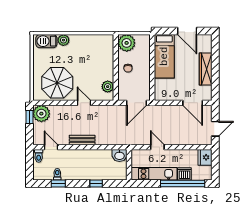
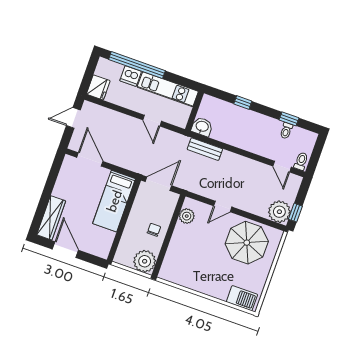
plant: (63, 40) -> (221, 292), removed
bed: (164, 56) -> (114, 201), moved, turned 180
wardrobe: (206, 69) -> (51, 218), moved
door: (84, 103) -> (223, 206), hinge flipped
bench: (82, 140) -> (205, 149), moved

